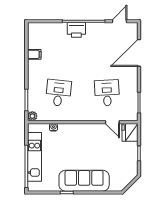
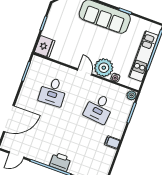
filing cabinet: (34, 54) -> (112, 142), moved
door: (112, 122) -> (85, 72), moved
plant: (68, 133) -> (104, 68), added

